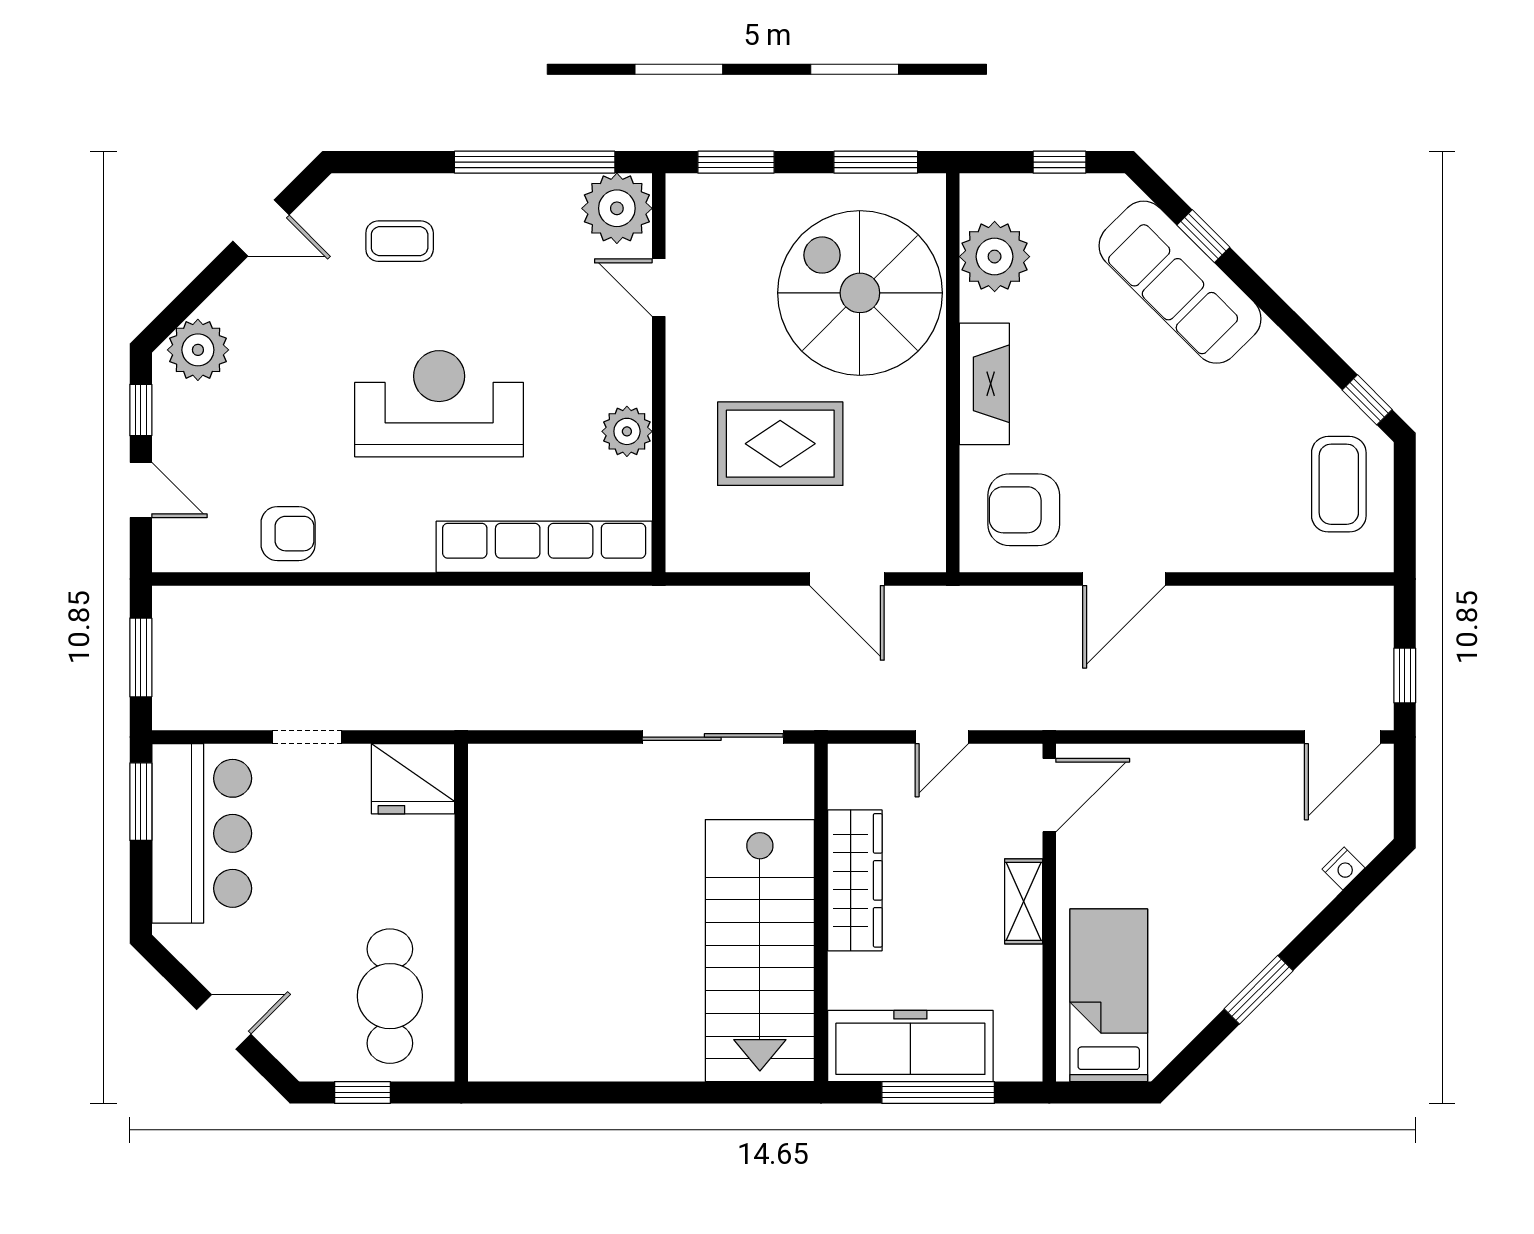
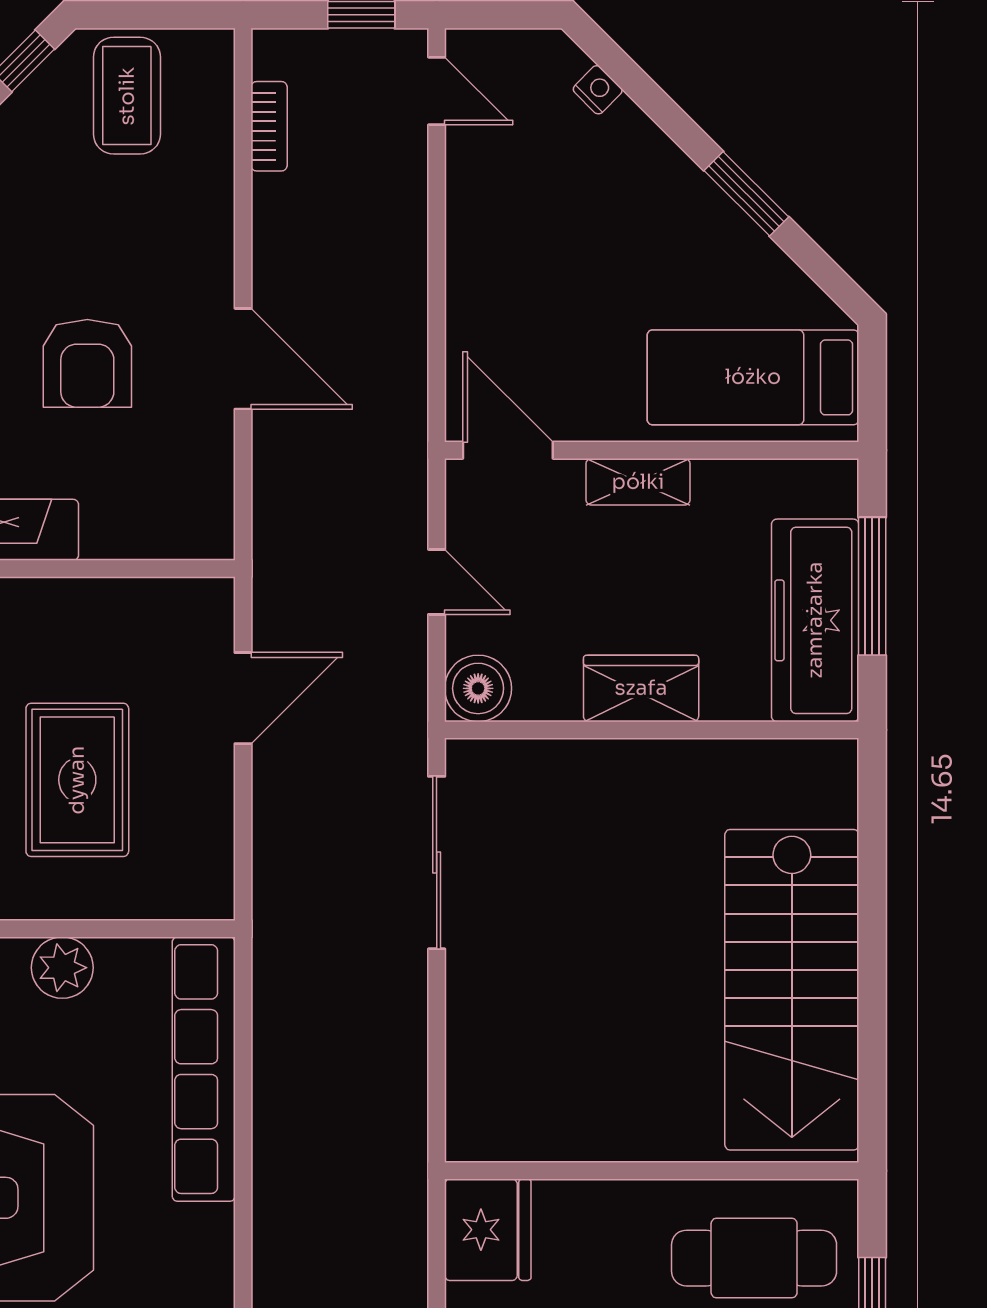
coffee table: (1339, 484) -> (127, 96), turned 90
armchair: (1024, 510) -> (87, 363), moved
bookcase: (1314, 600) -> (269, 126), added
door: (1343, 737) -> (437, 91), width x0.73
boiler: (855, 771) -> (478, 688), added
wardrobe: (855, 880) -> (641, 688), width x0.67
stairs: (760, 951) -> (792, 990), moved, turned 90

